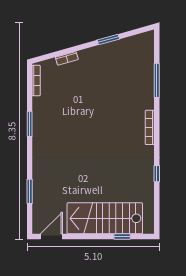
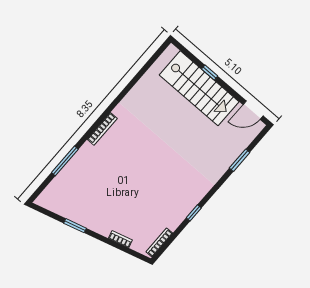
window: (30, 124) -> (194, 213), width x0.67
window: (157, 174) -> (128, 88), removed
window: (122, 237) -> (210, 72), moved

